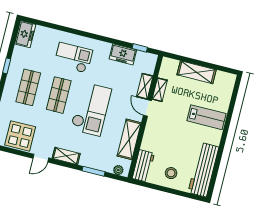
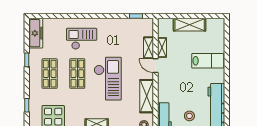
freezer: (25, 34) -> (36, 33), width x1.40
freezer: (123, 54) -> (123, 25), removed

